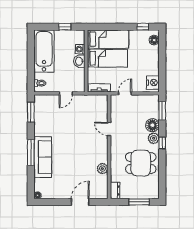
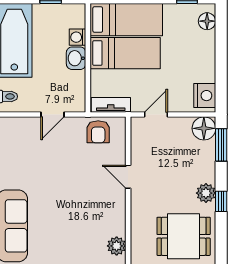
armchair: (92, 103) -> (98, 132), added
floor lamp: (152, 125) -> (204, 128), moved

